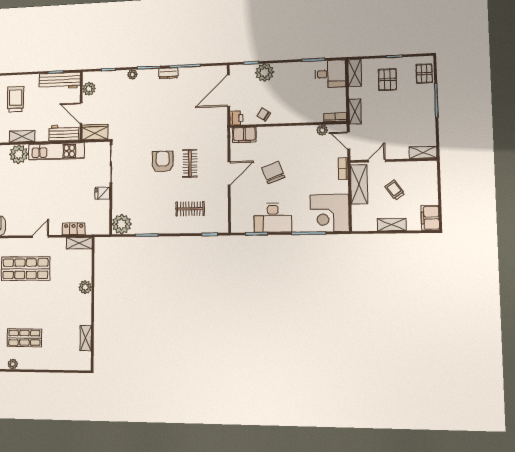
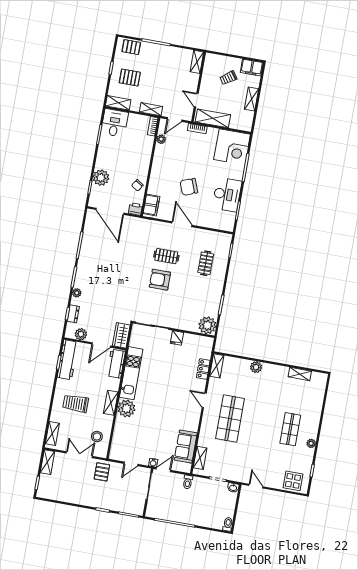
dresser: (168, 73) -> (73, 314), moved
trolley: (395, 190) -> (228, 78), moved

